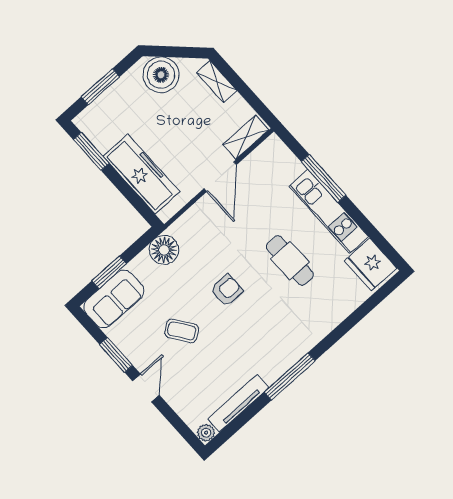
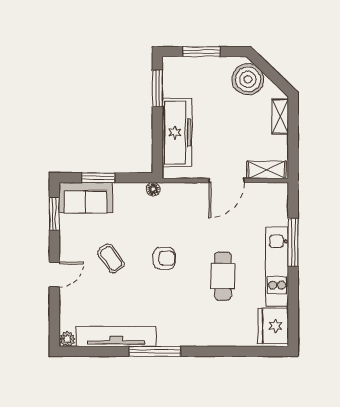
floor lamp: (164, 250) -> (153, 189), width x0.53, depth x0.53
window: (116, 355) -> (54, 214), moved
tv unit: (238, 403) -> (116, 336), width x1.36, depth x1.29

